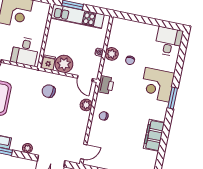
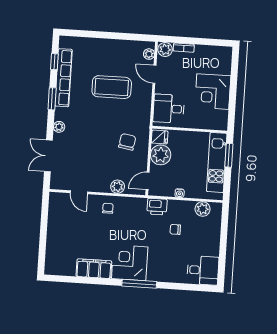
plant: (112, 54) -> (203, 209), moved
printer: (106, 85) -> (157, 207), moved
corner desk: (157, 85) -> (130, 263), moved
window: (173, 98) -> (139, 284), width x1.44
door: (84, 152) -> (79, 192), moved

